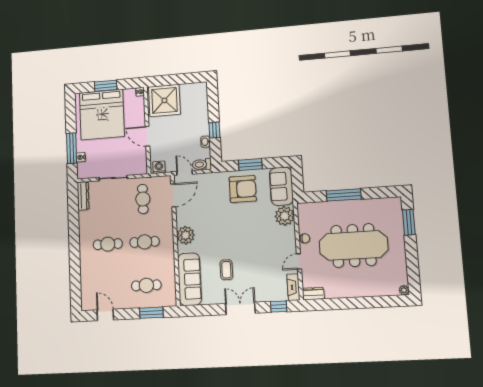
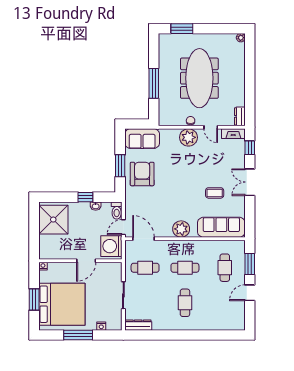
shower: (164, 100) -> (53, 220), moved
window: (72, 148) -> (78, 335), moved
washing machine: (159, 167) -> (111, 246), width x1.89, depth x1.89
plant: (285, 216) -> (188, 137), moved
cafe table: (145, 242) -> (185, 268), turned 90
door: (105, 315) -> (250, 293), moved

